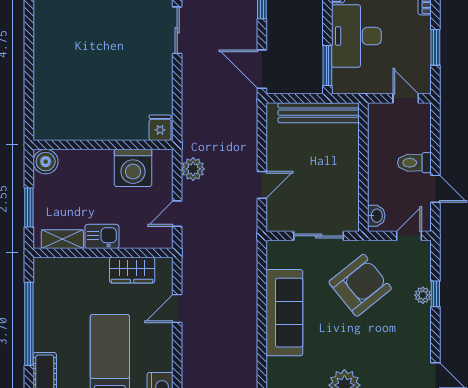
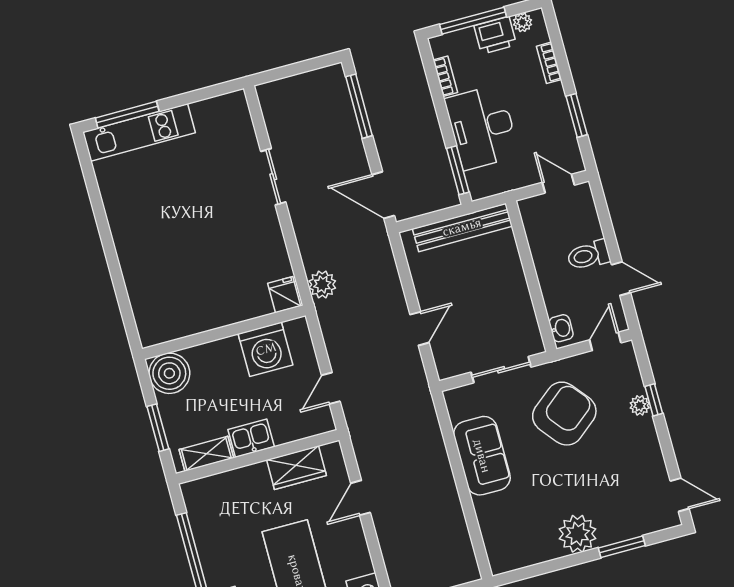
boiler: (46, 162) -> (169, 373), width x1.37, depth x1.37
plant: (193, 169) -> (322, 284), moved
sofa: (284, 313) -> (482, 456), width x0.73

